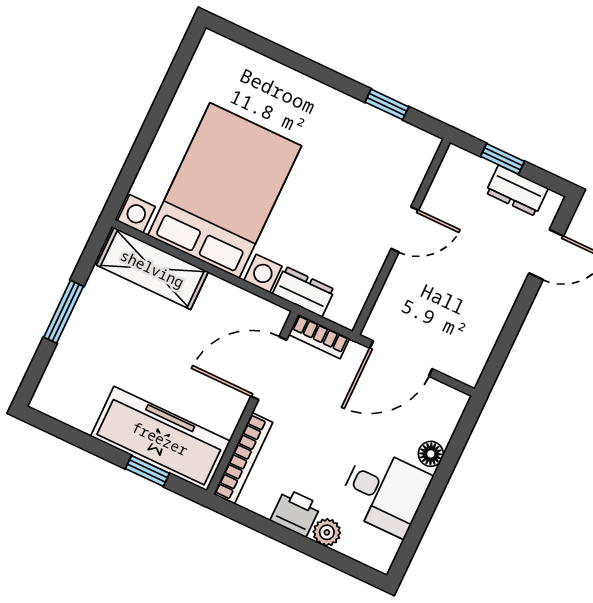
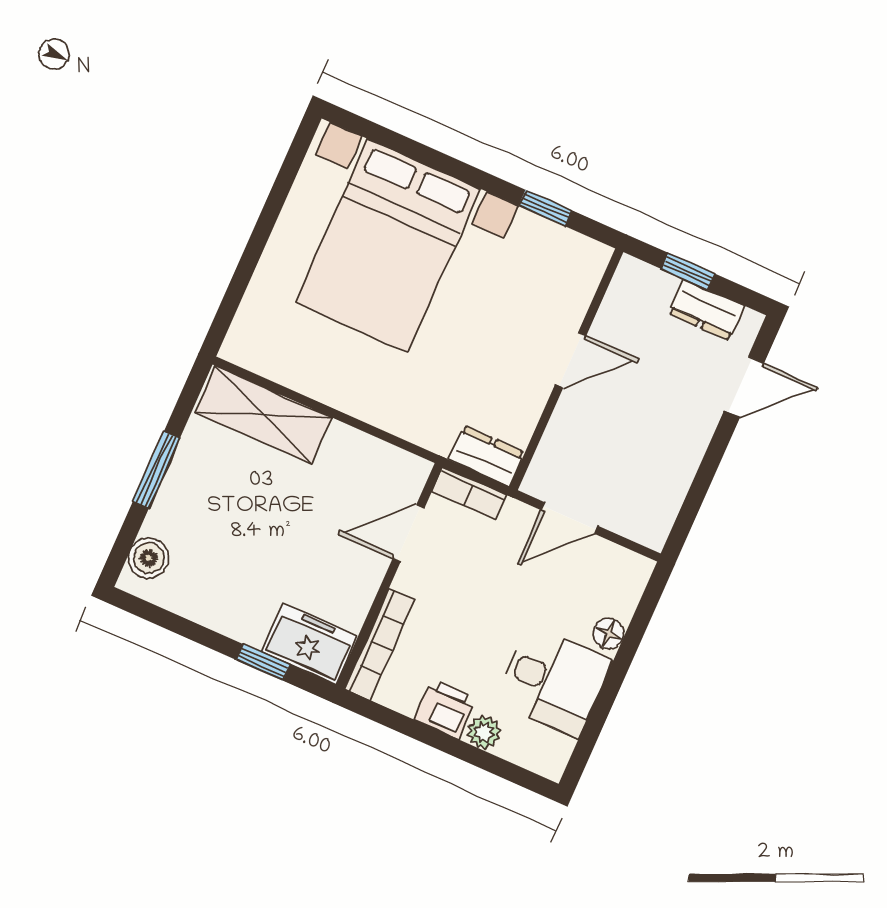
bed with nightstands: (225, 191) -> (388, 246), moved, turned 180
dresser: (304, 292) -> (487, 456), moved
door: (401, 359) -> (569, 518), width x0.73
door: (269, 368) -> (408, 533), width x0.73
boiler: (56, 384) -> (149, 558), added
freezer: (160, 439) -> (310, 644), width x0.52, depth x0.79

